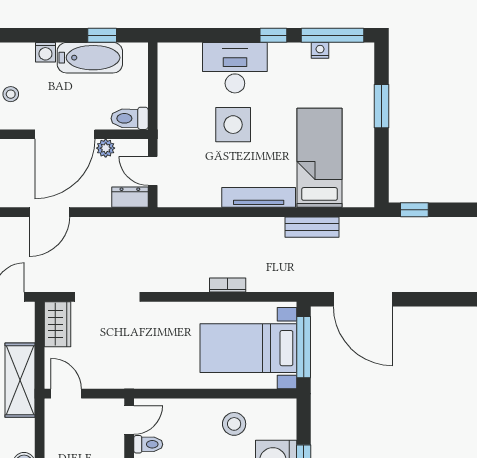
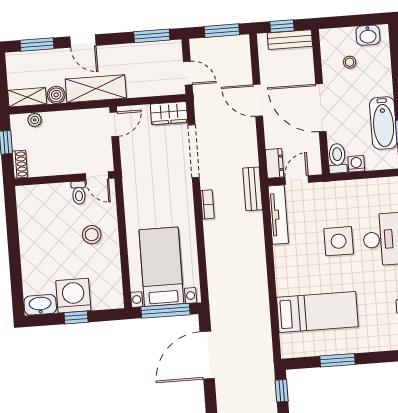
washing machine: (45, 52) -> (356, 164), moved, turned 90
window: (381, 106) -> (338, 360), moved
plant: (106, 148) -> (312, 141), removed
tv unit: (259, 197) -> (278, 215), moved
bench: (312, 227) -> (253, 189), moved
bookcase: (228, 285) -> (207, 204), moved
shelving: (20, 380) -> (96, 89), moved
stool: (234, 424) -> (92, 235), moved

